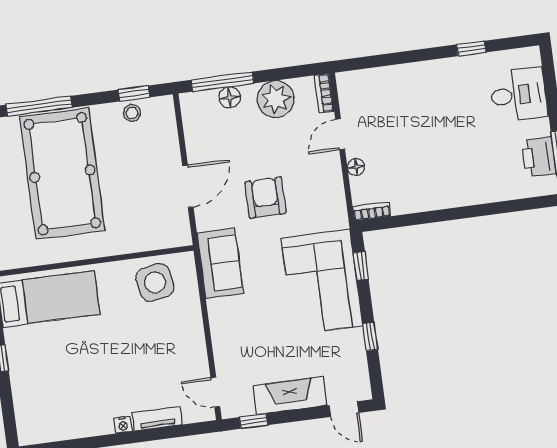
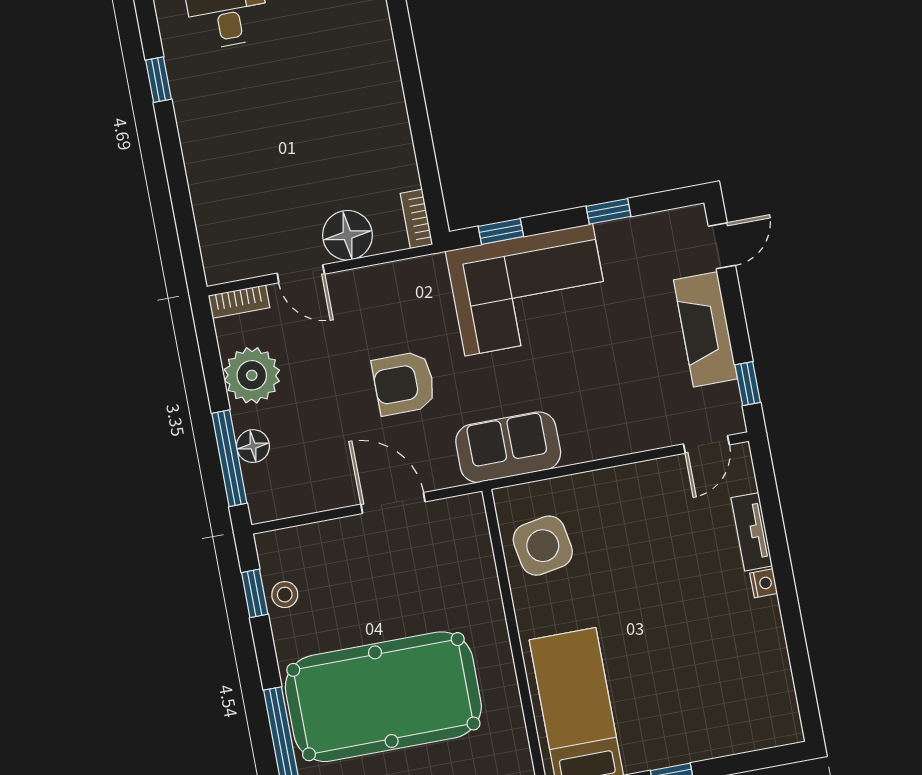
floor lamp: (356, 167) -> (347, 235), width x1.89, depth x1.89

